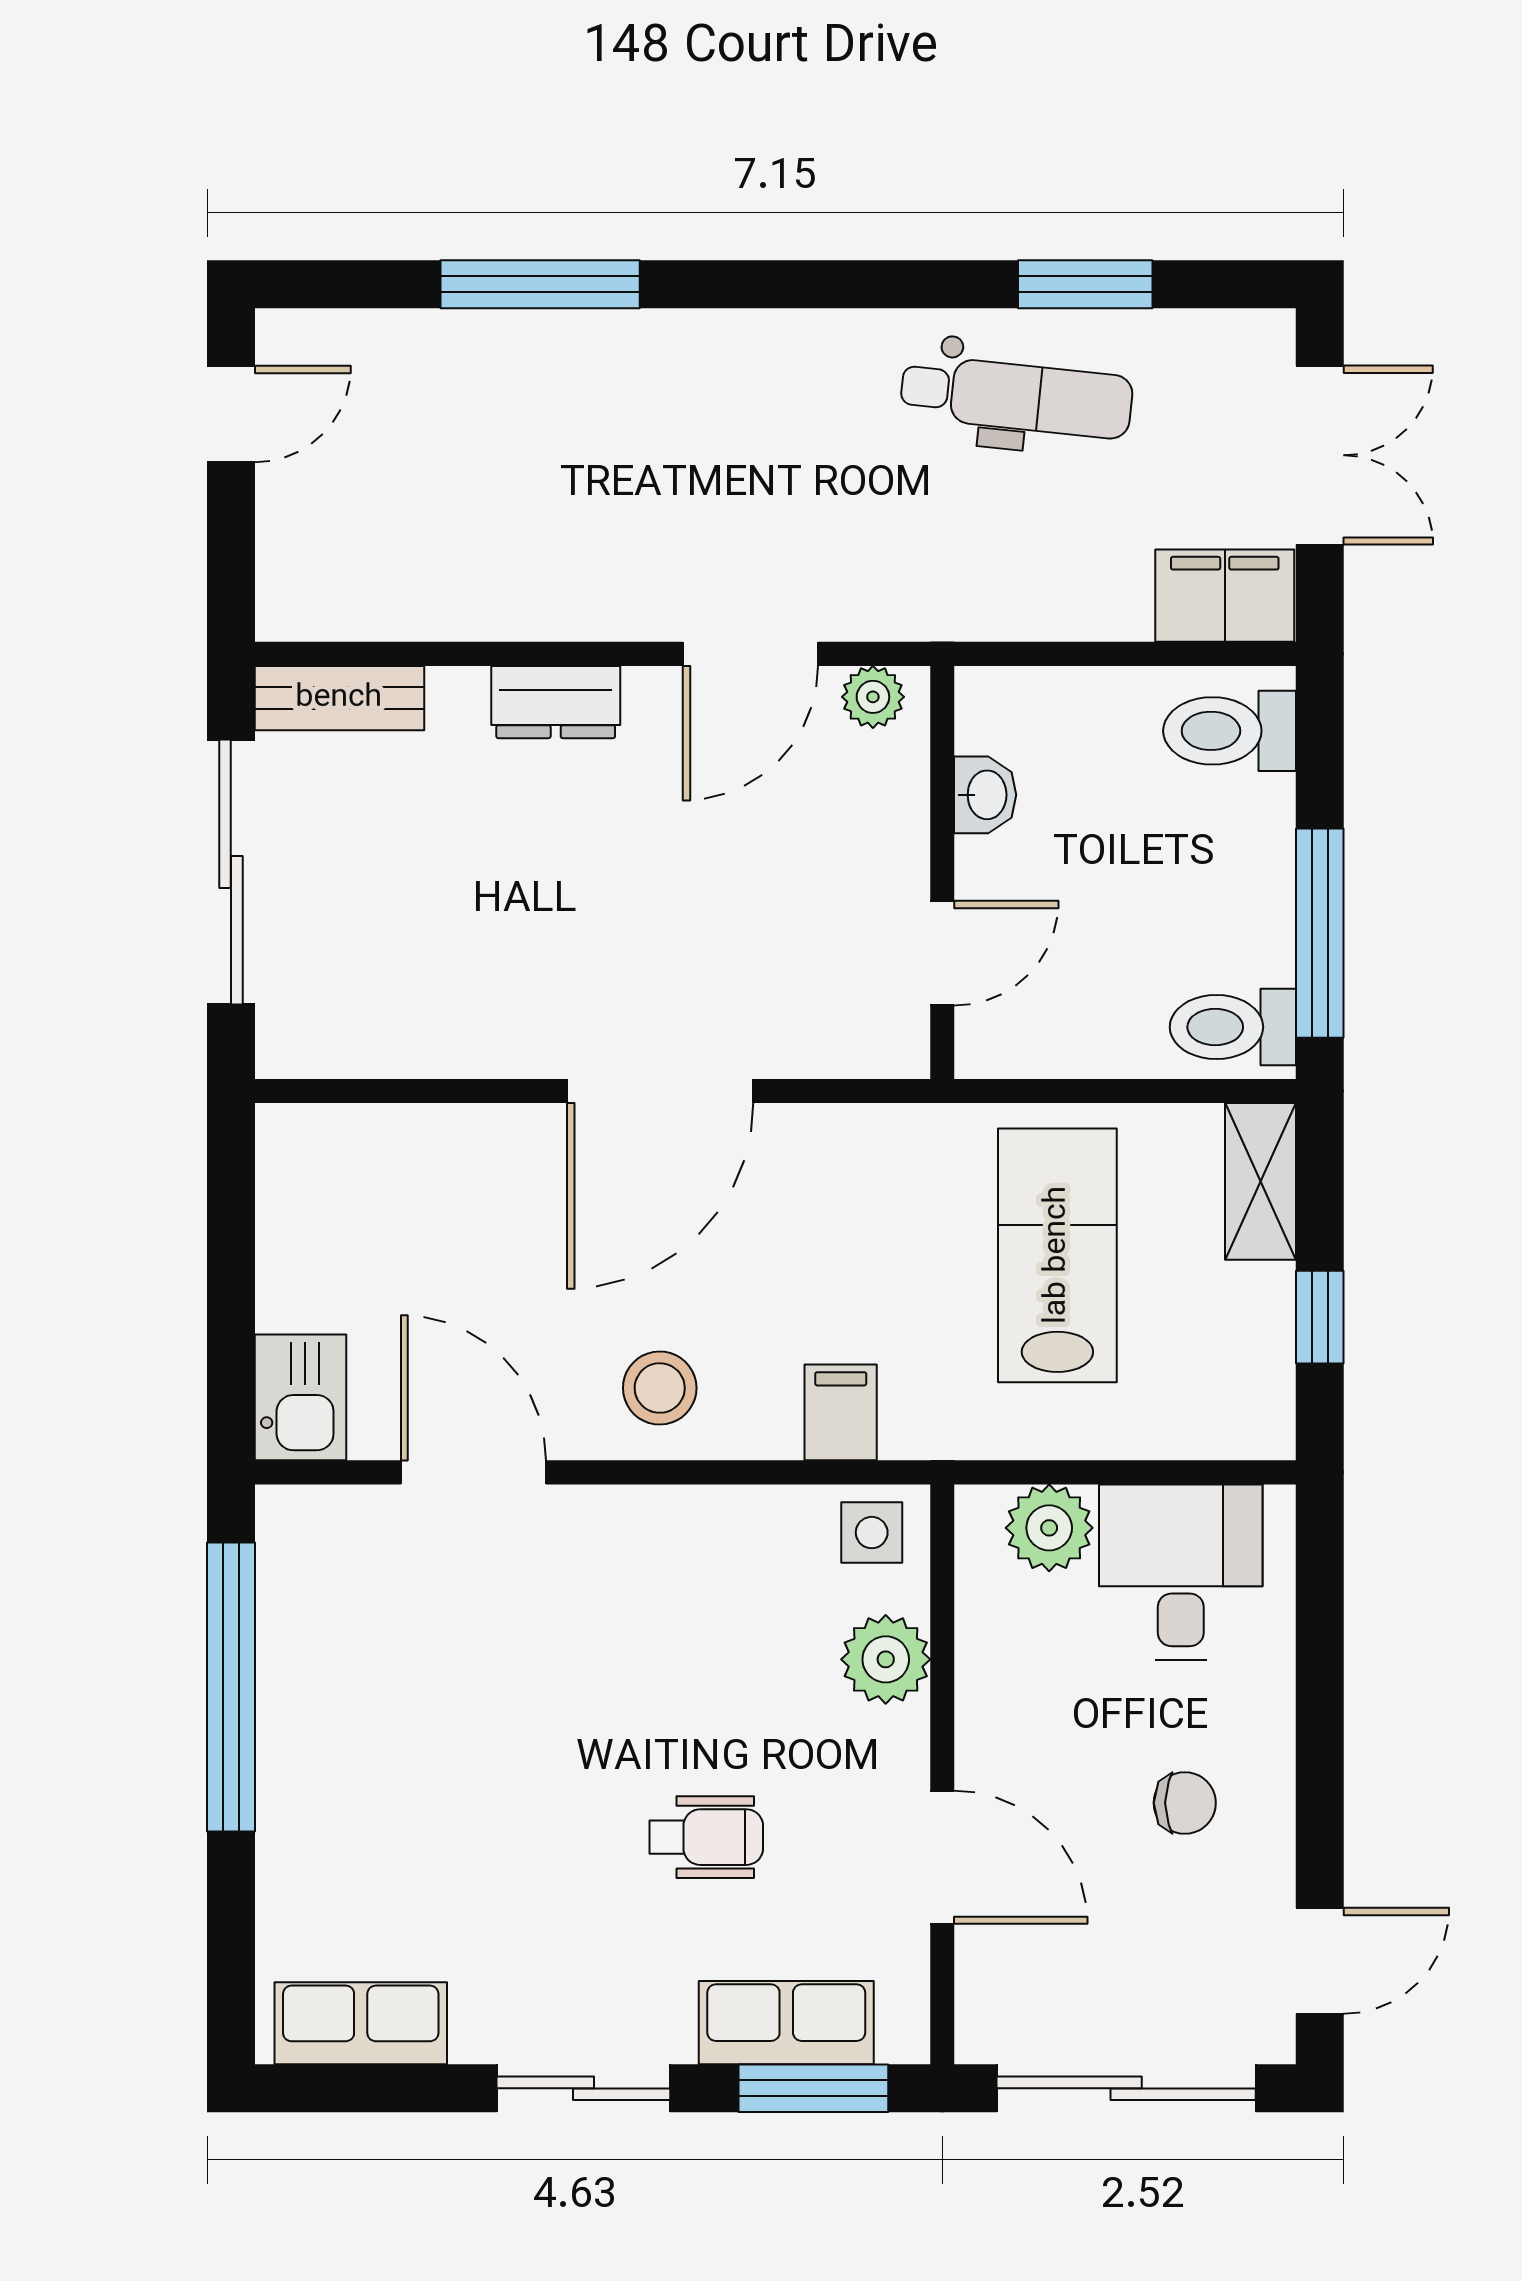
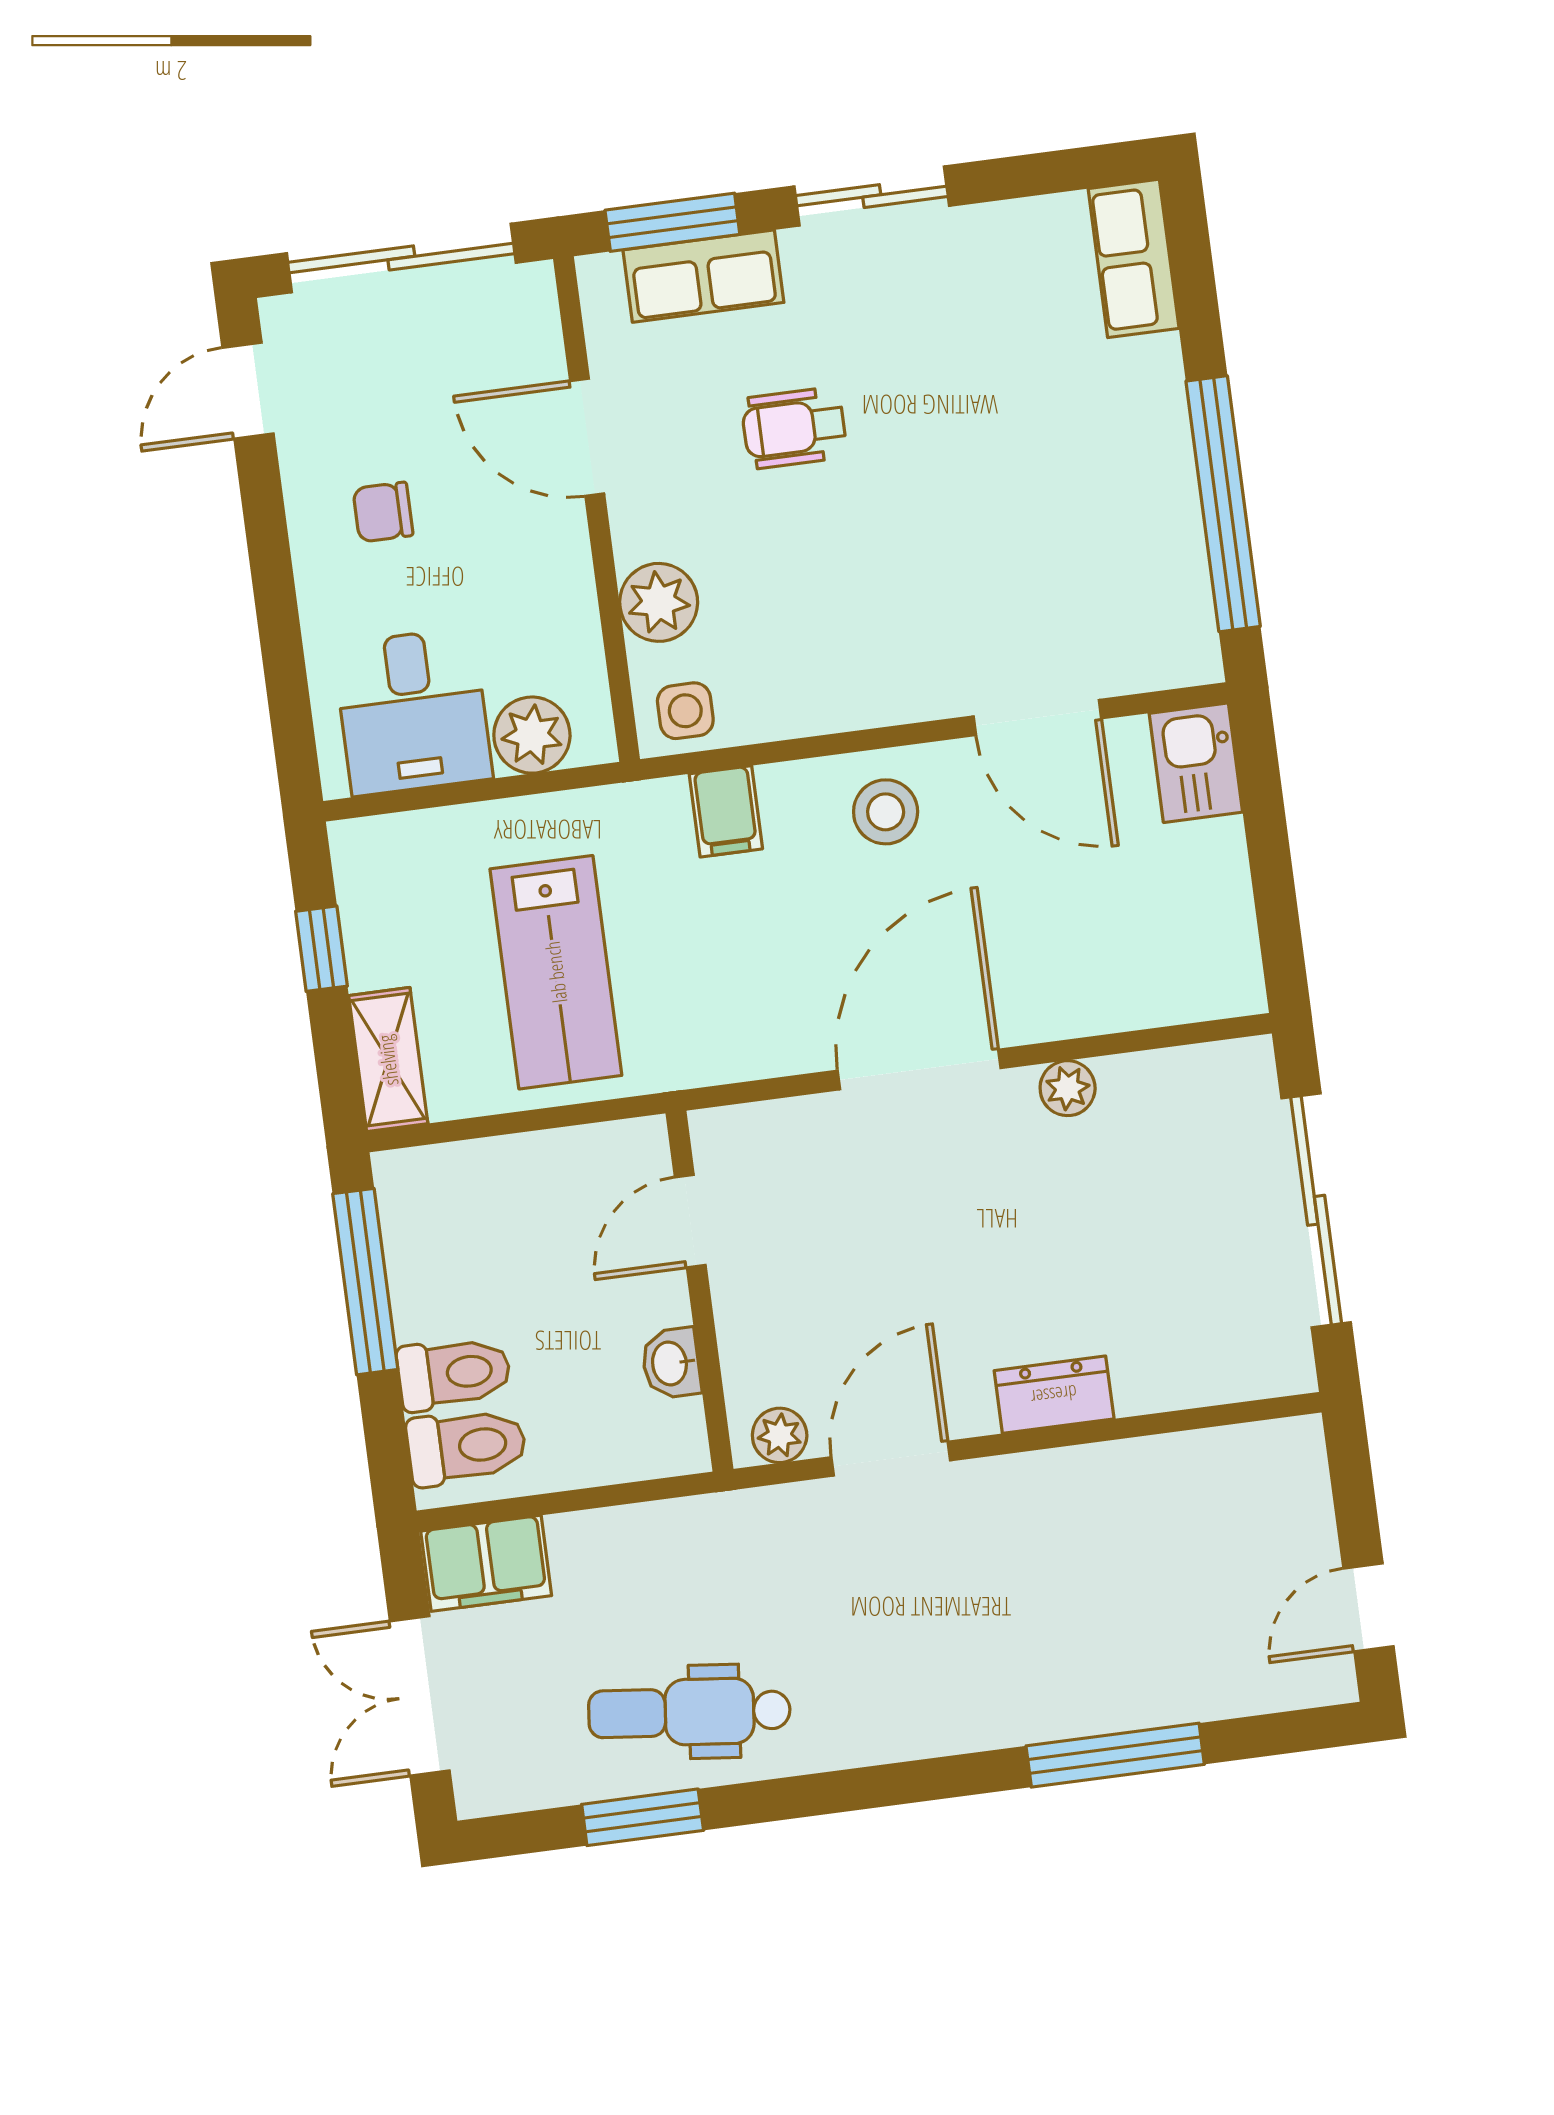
bench: (339, 698) -> (1242, 1373), removed
toilet: (1233, 1027) -> (454, 1373), moved
plant: (495, 1048) -> (1068, 1088), added
row of seats: (361, 2023) -> (1134, 258), moved, turned 90

